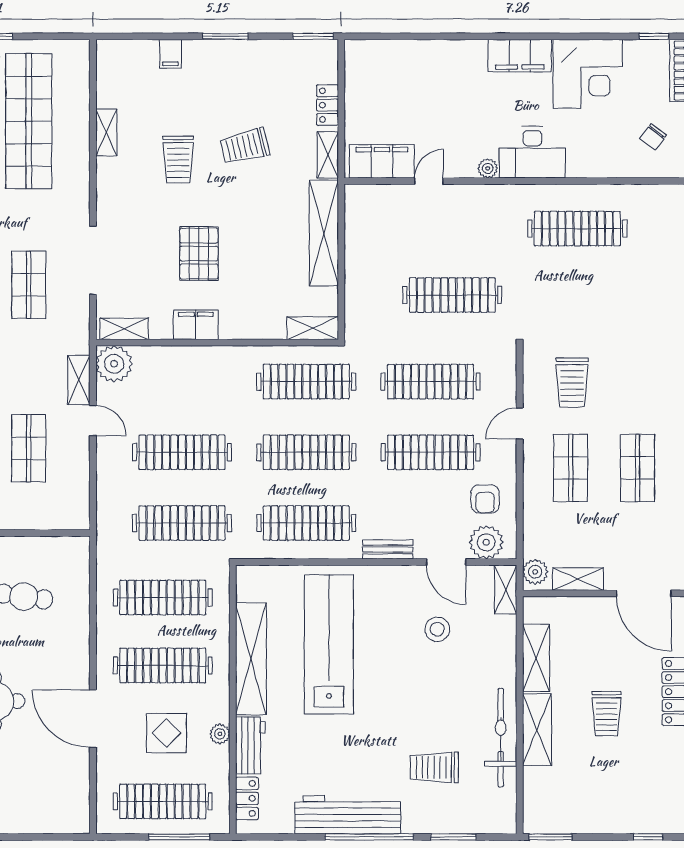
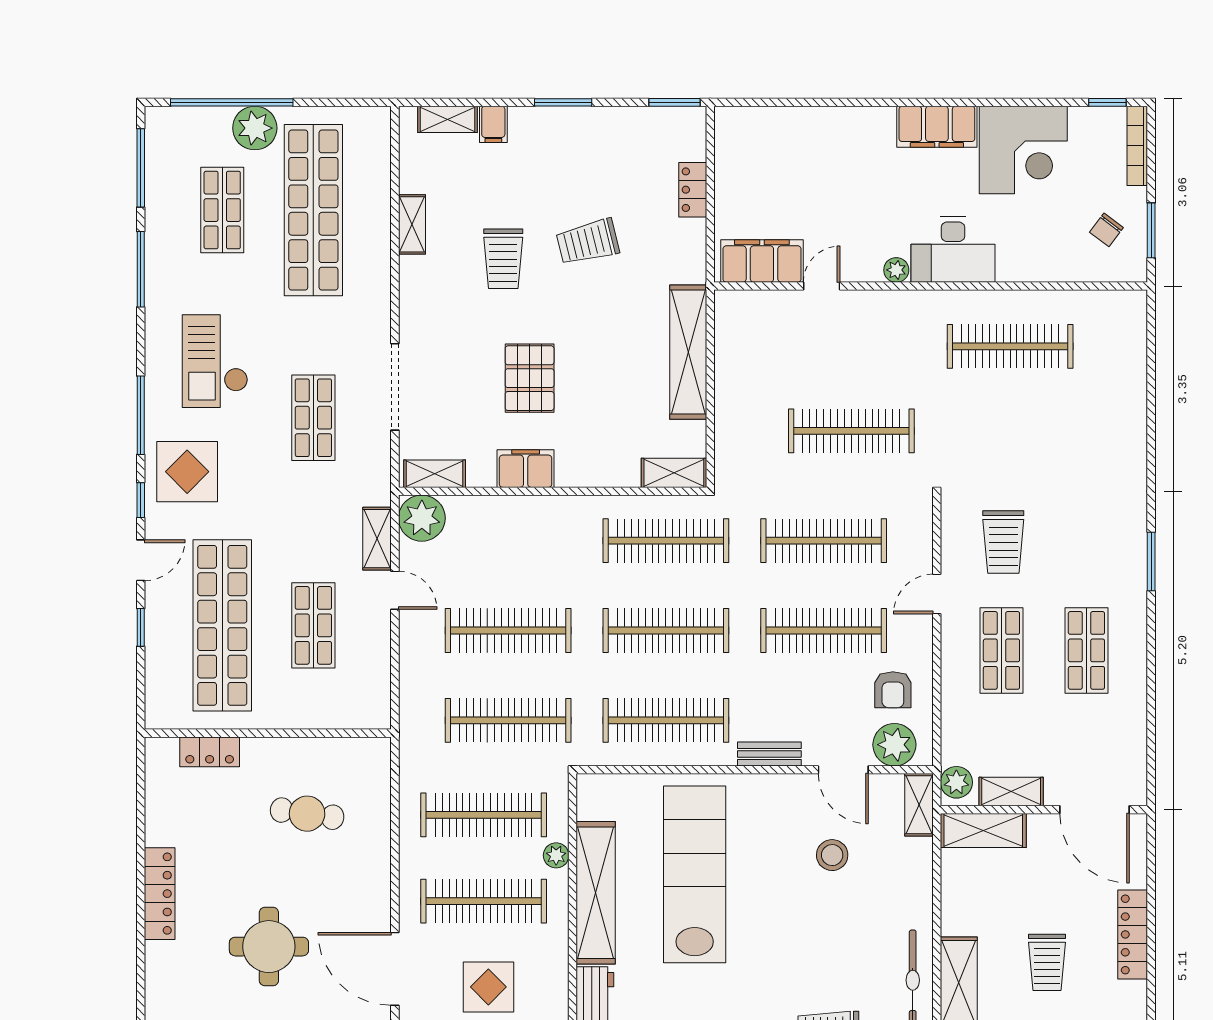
shelving: (328, 155) -> (447, 119), moved, turned 90
shelving: (536, 658) -> (983, 830), moved, turned 90
plant: (220, 734) -> (556, 855), moved

